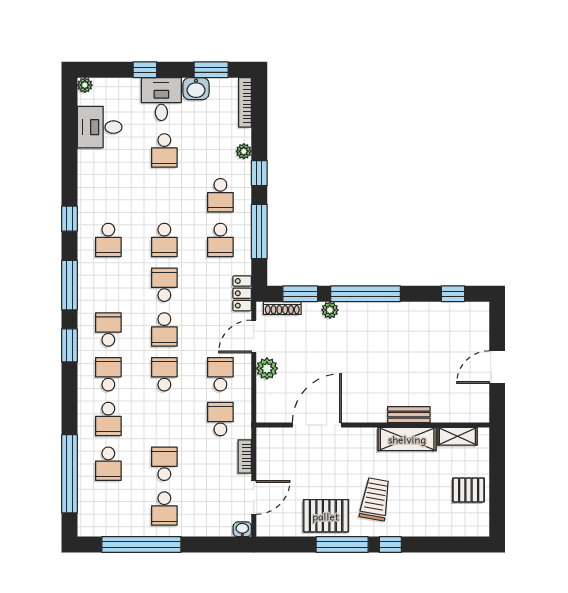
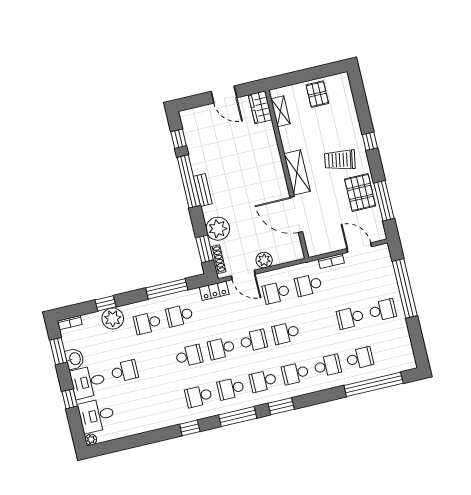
bookcase: (245, 102) -> (70, 323), width x0.64
desk: (100, 127) -> (97, 416), moved, turned 90
plant: (244, 151) -> (113, 319), width x1.87, depth x1.87
window: (259, 173) -> (105, 303), moved
school desk: (220, 195) -> (147, 323), turned 180
school desk: (108, 240) -> (199, 396), turned 180
school desk: (220, 240) -> (179, 315), turned 180
school desk: (108, 285) -> (231, 389), added
window: (366, 294) -> (189, 181), moved
plant: (330, 310) -> (218, 229), width x1.88, depth x1.88
wardrobe: (469, 411) -> (260, 107), added
bench: (409, 415) -> (203, 190), moved
shelving: (407, 439) -> (297, 172), moved
washbasin: (242, 529) -> (384, 250), removed
window: (141, 545) -> (405, 288), moved
window: (342, 545) -> (384, 201), moved

